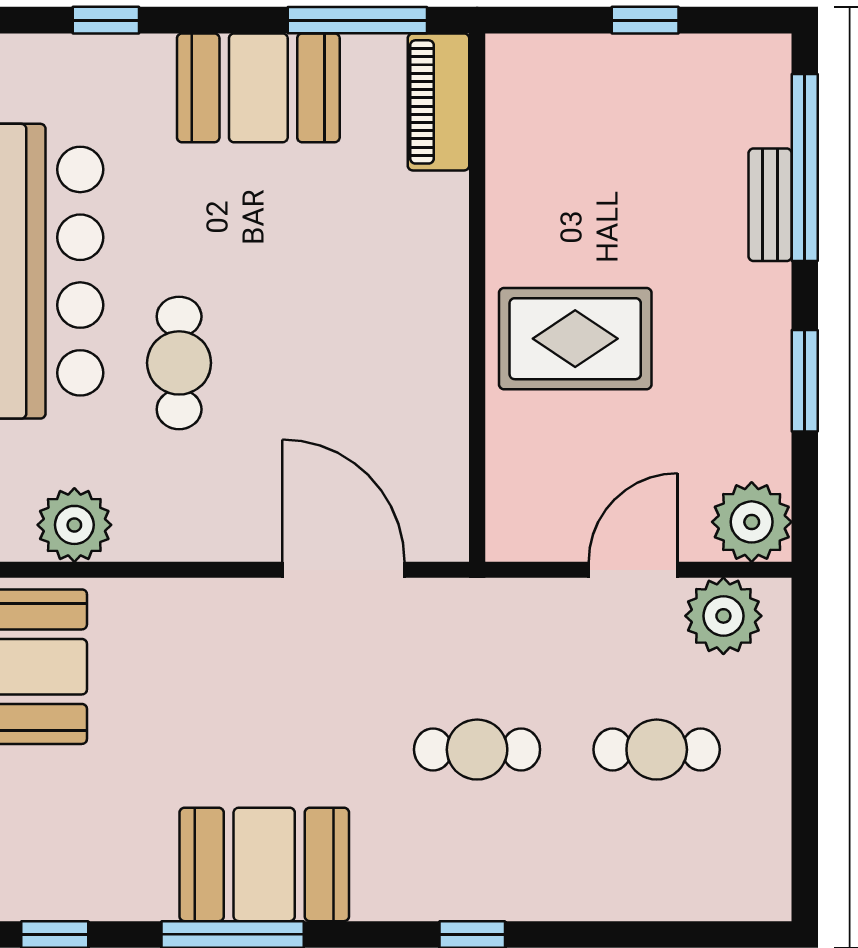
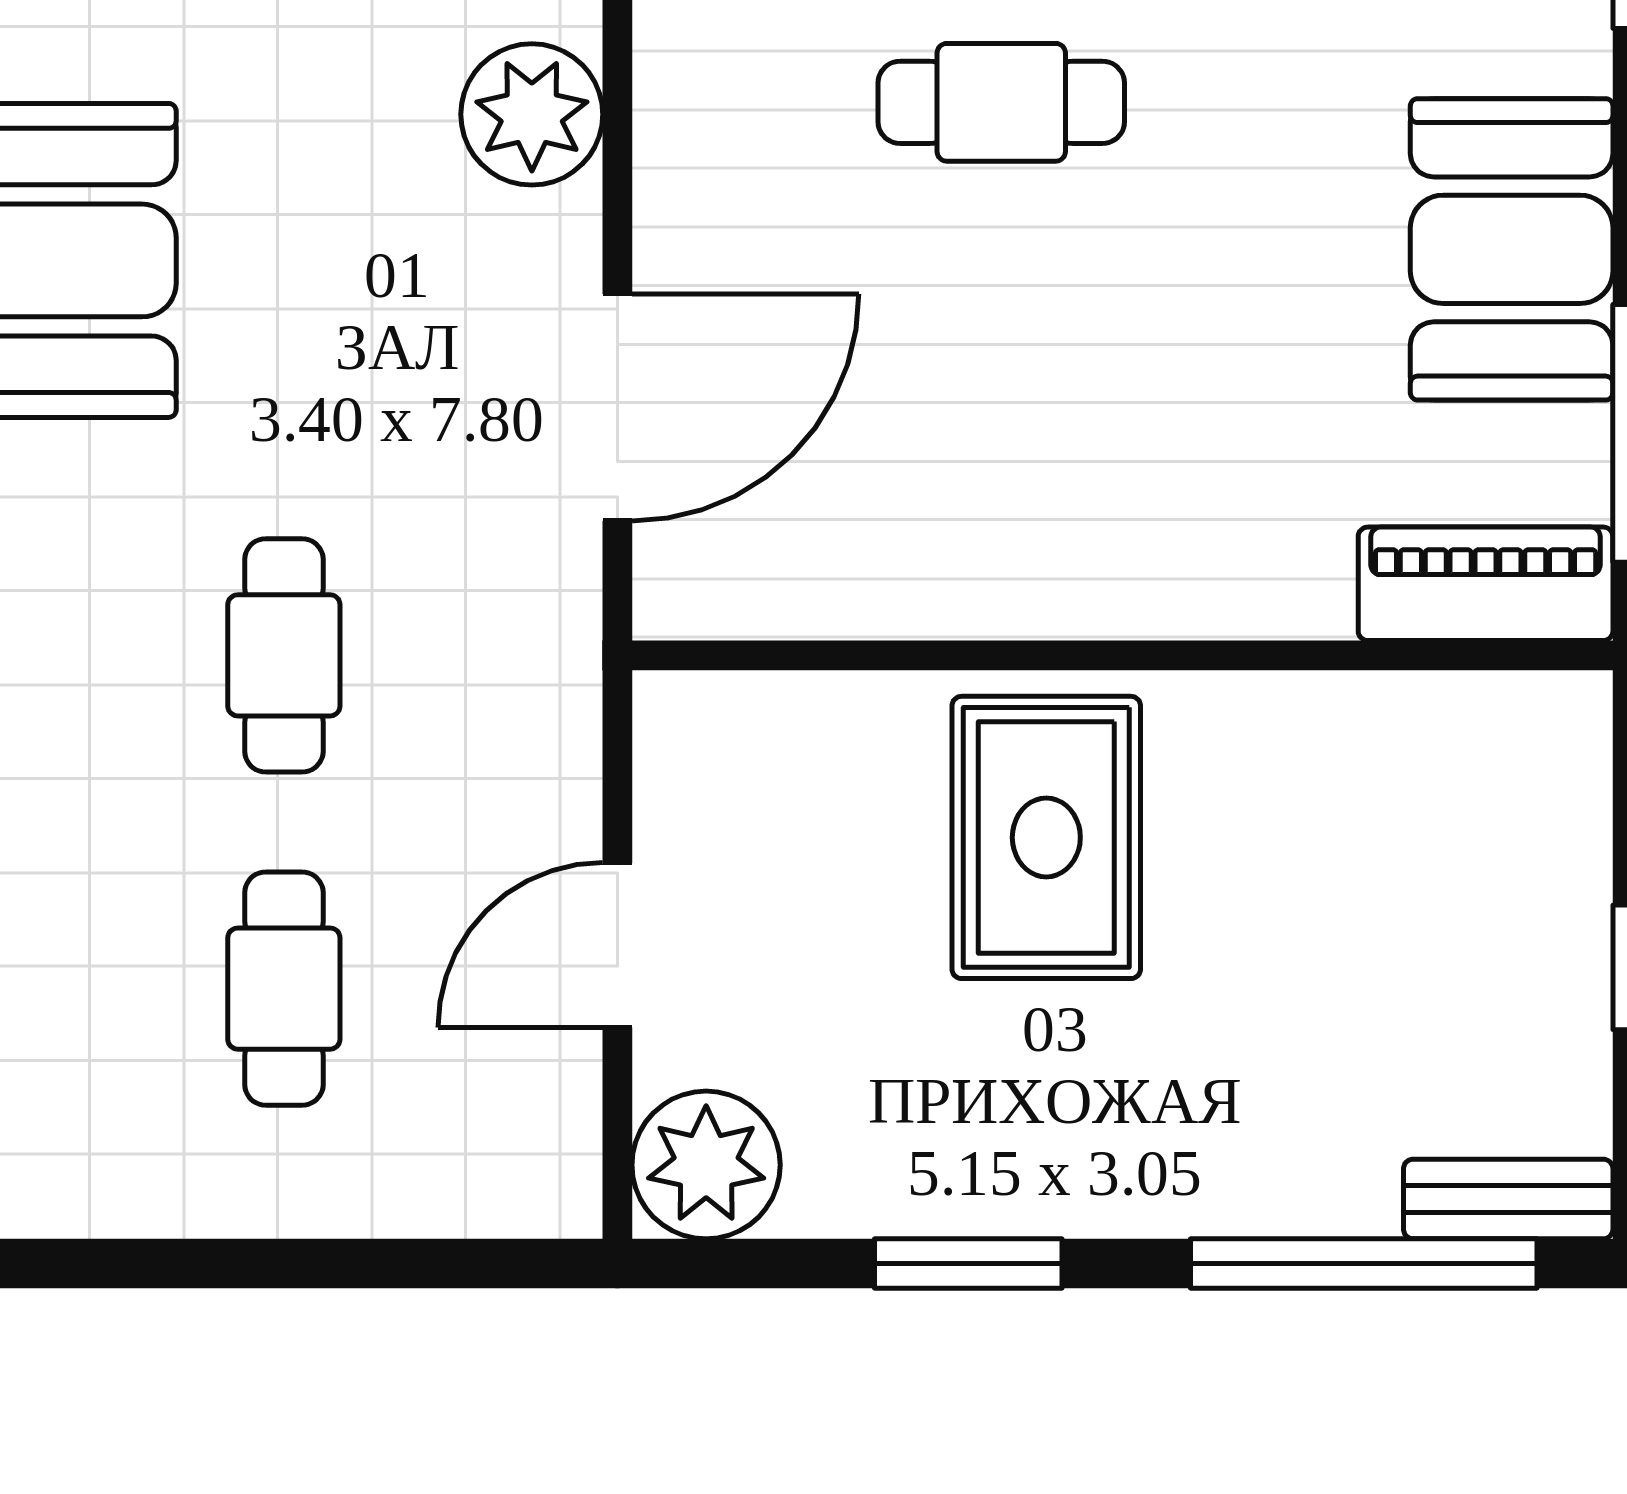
bench: (770, 205) -> (1508, 1199), moved
door: (633, 570) -> (617, 945), swing flipped
plant: (723, 616) -> (532, 114), moved

